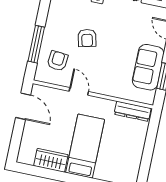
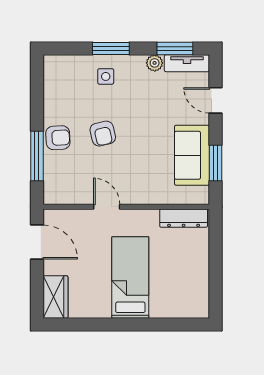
armchair: (58, 61) -> (58, 138), moved, turned 82
wardrobe: (51, 160) -> (55, 297), moved, turned 90

